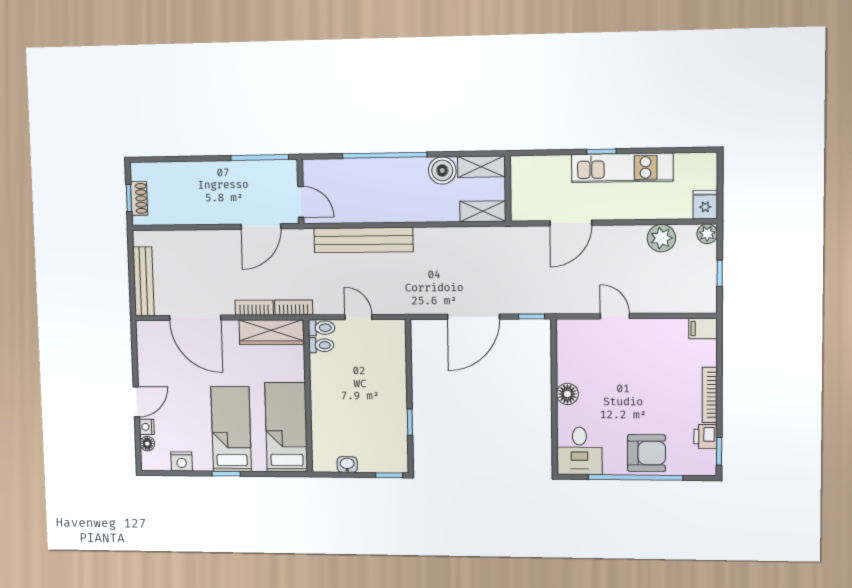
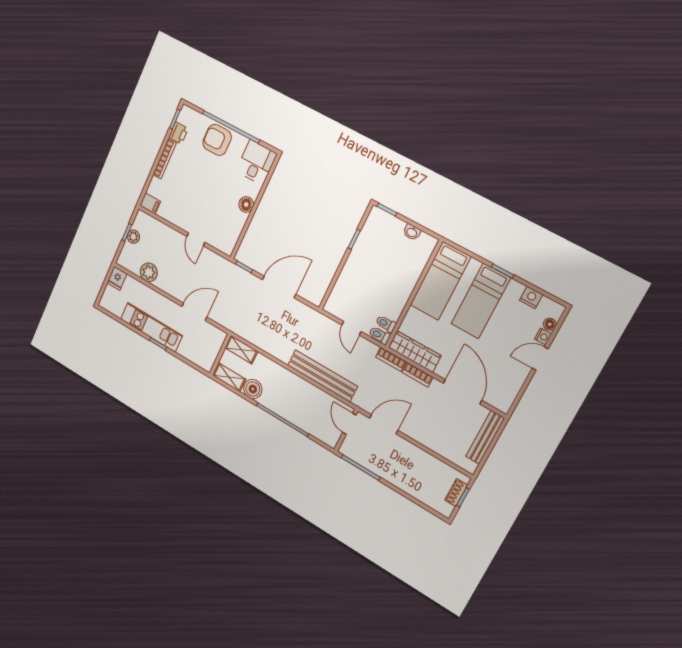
plant: (707, 234) -> (133, 237), moved

